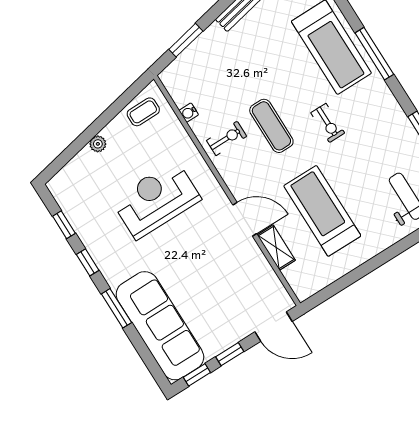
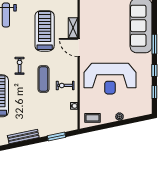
reception desk: (156, 200) -> (110, 79), width x1.36, depth x1.30
treadmill: (322, 211) -> (45, 31), turned 180

